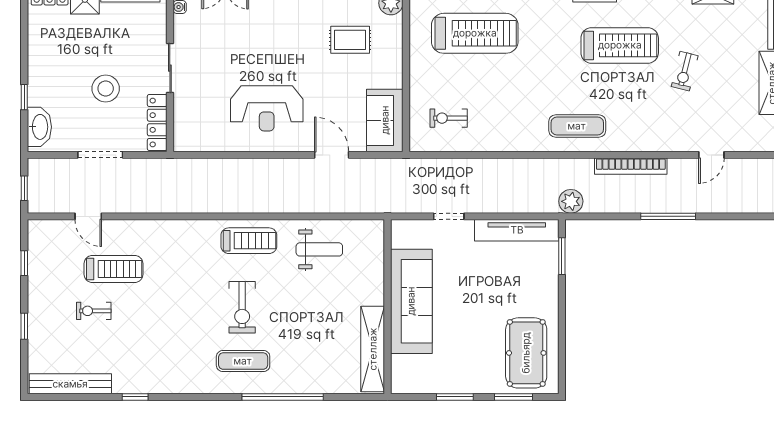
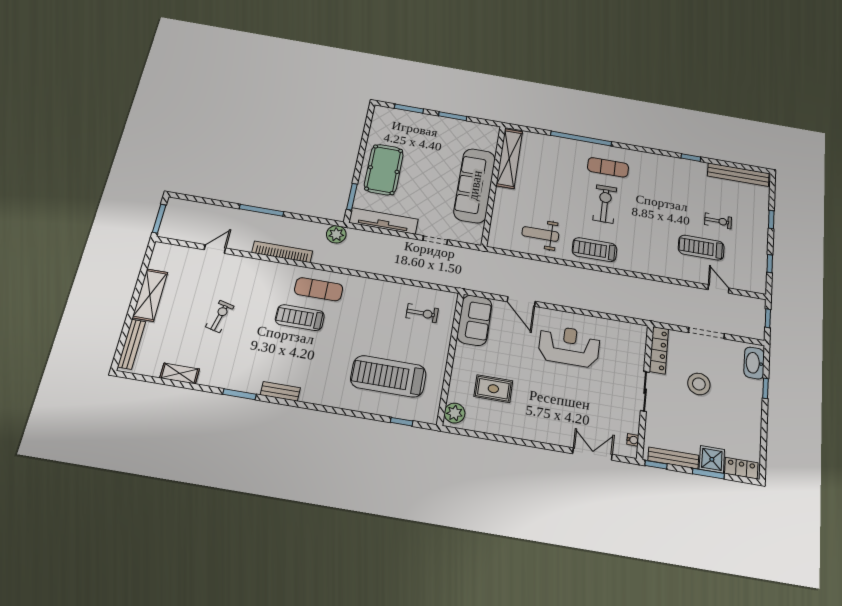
treadmill: (620, 45) -> (300, 318), moved, width x0.73, depth x0.73
pool table: (526, 353) -> (384, 170), moved

